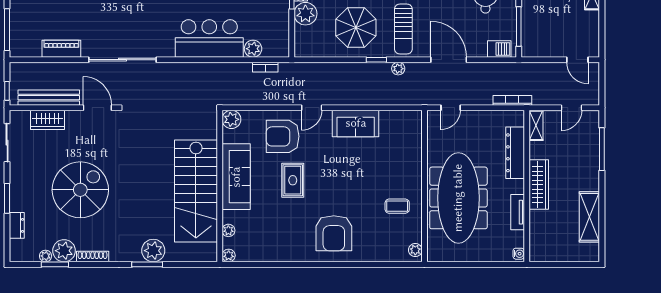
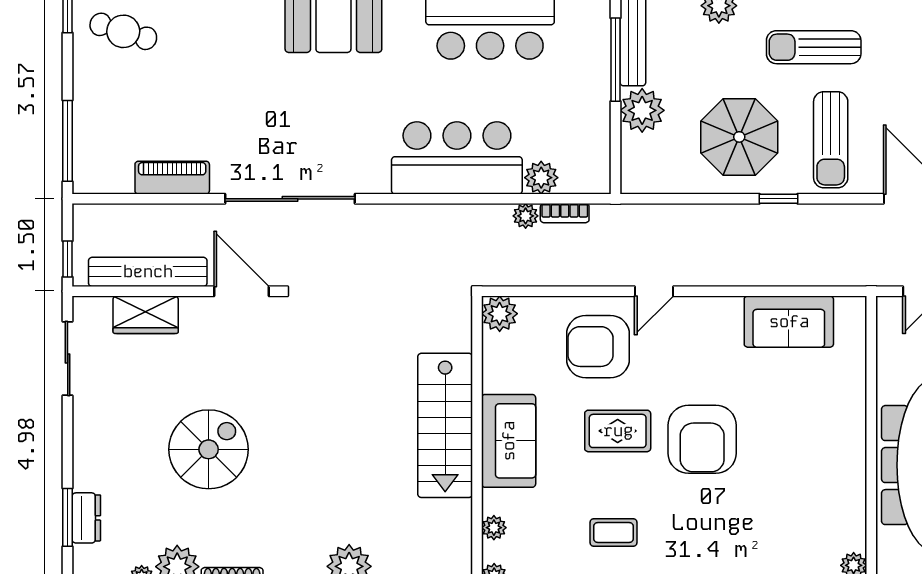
plant: (398, 69) -> (526, 216), moved
sofa: (356, 123) -> (789, 322), moved
sofa: (236, 177) -> (509, 441), width x0.73
rug: (293, 180) -> (618, 431), turned 90
spiral stairs: (80, 190) -> (209, 449), width x0.73, depth x0.73
stairs: (196, 191) -> (445, 425), width x0.73, depth x0.66
window: (7, 198) -> (68, 517), moved
coffee table: (397, 206) -> (613, 532), moved
armchair: (334, 233) -> (702, 439), moved

